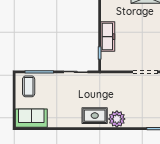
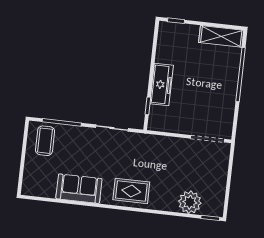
sofa: (31, 118) -> (79, 189), moved
plant: (117, 119) -> (190, 202), moved

